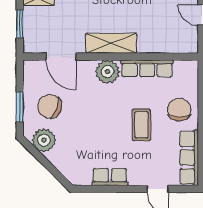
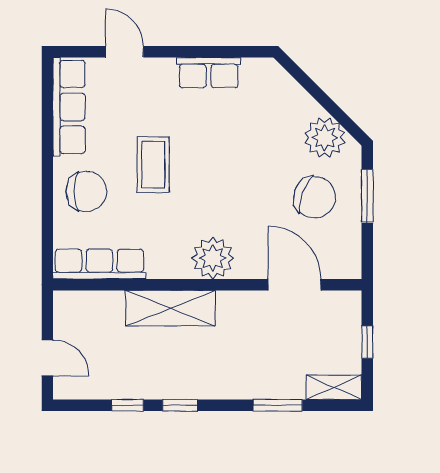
window: (20, 24) -> (367, 342), width x0.67
shelving: (111, 43) -> (170, 308), moved
row of seats: (147, 68) -> (99, 264), moved
chair: (179, 110) -> (86, 191), turned -90

